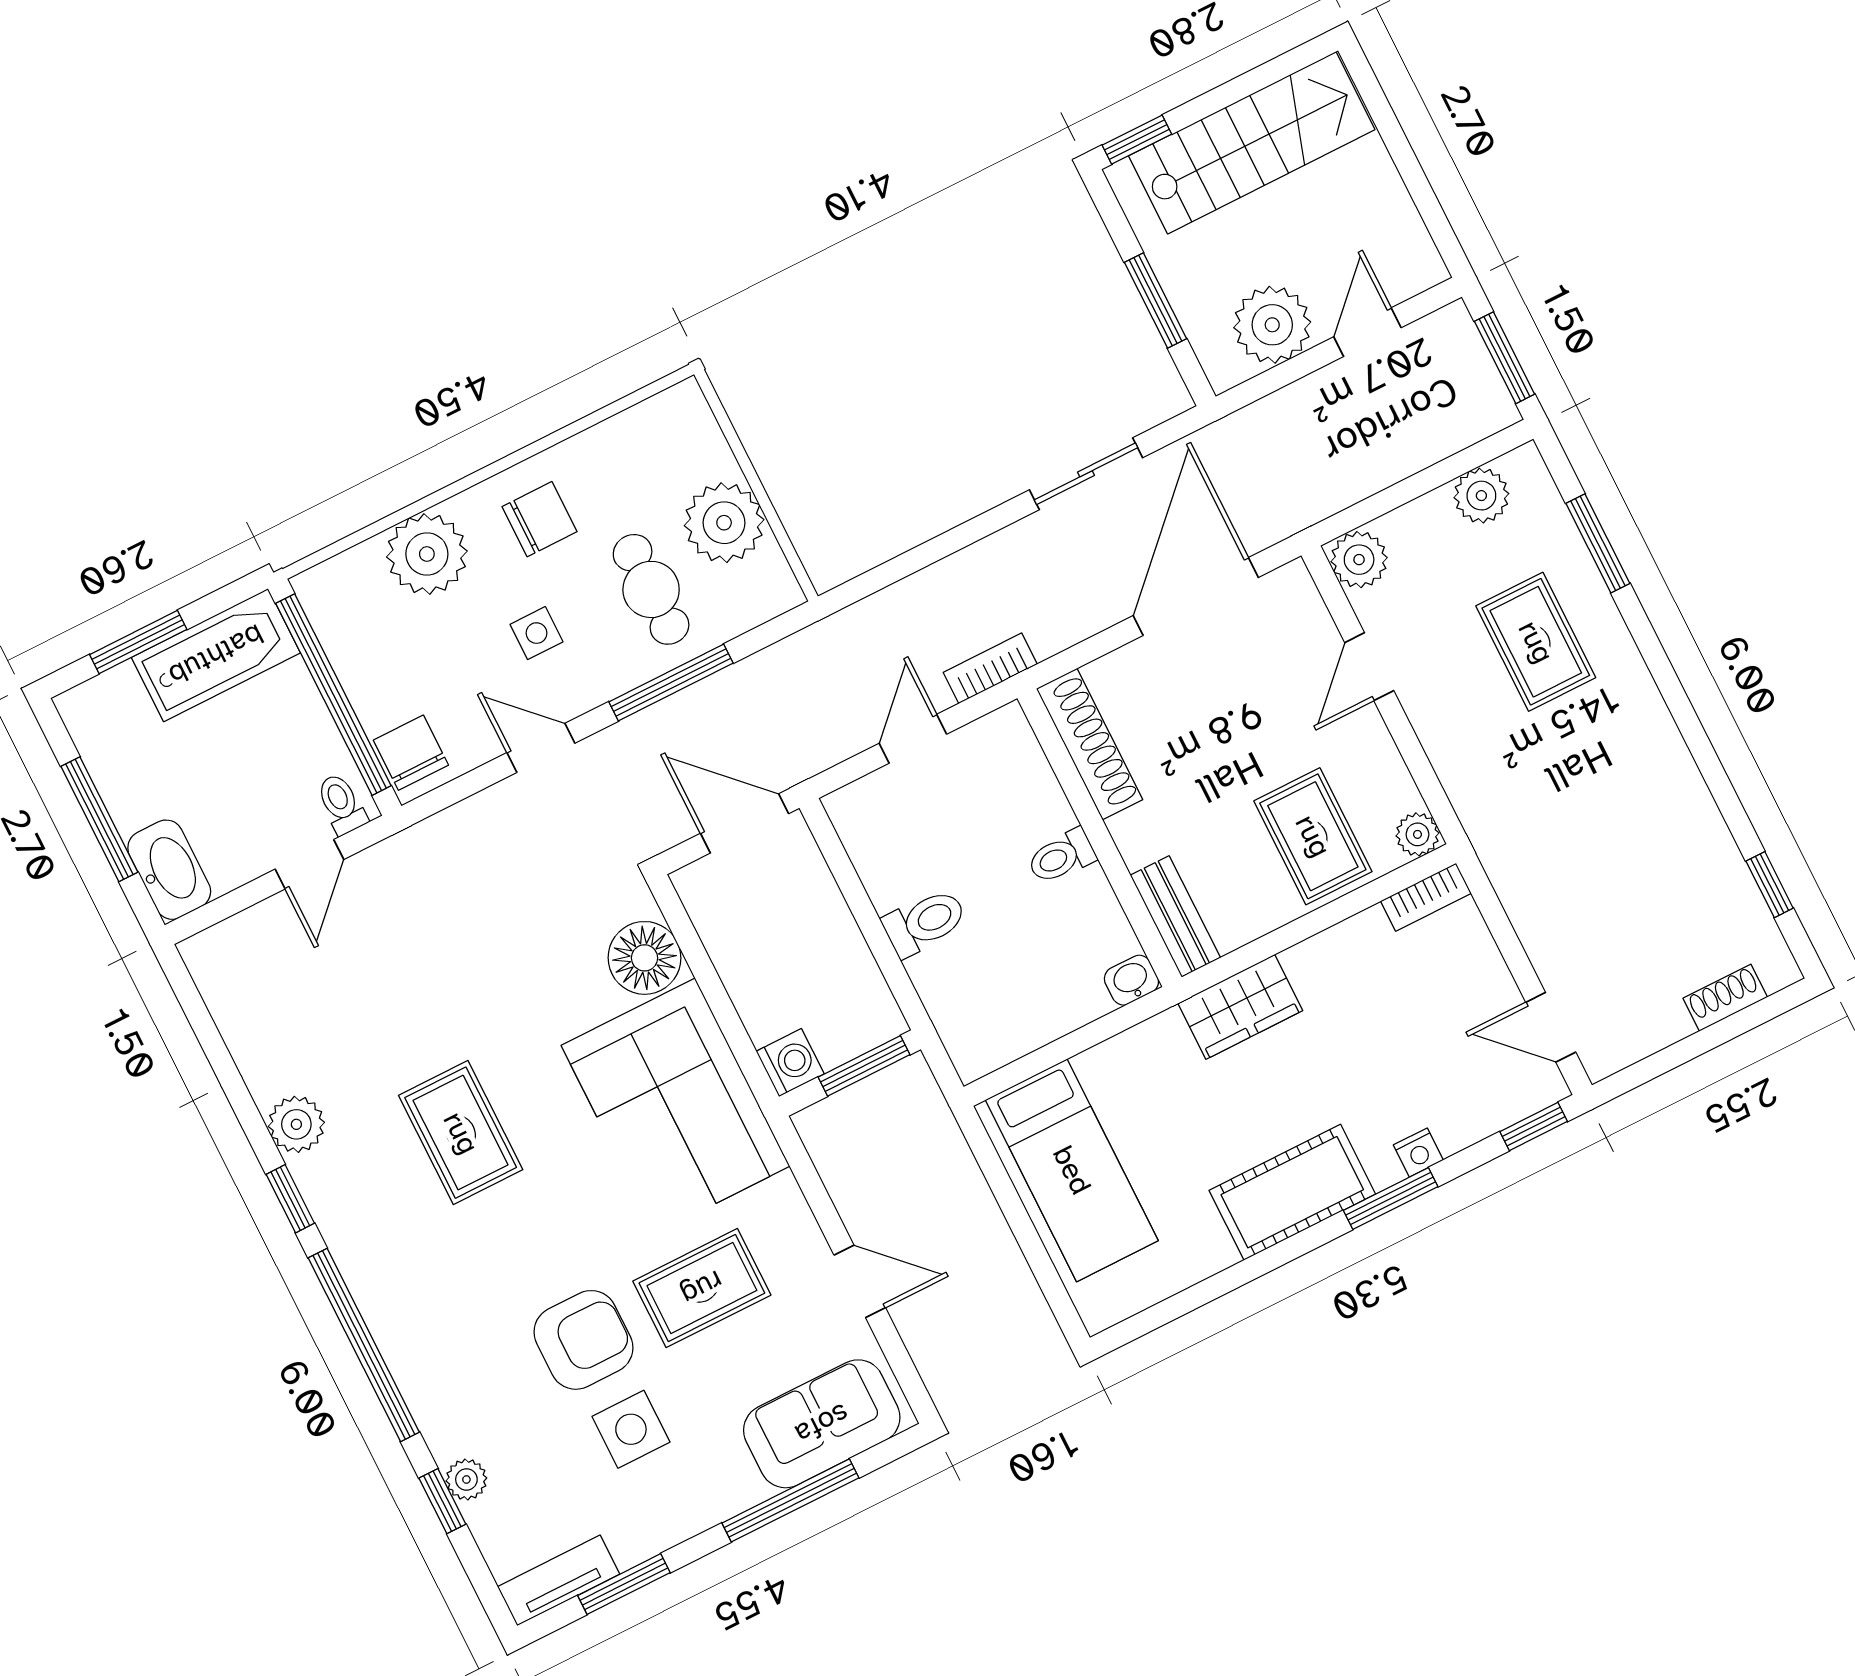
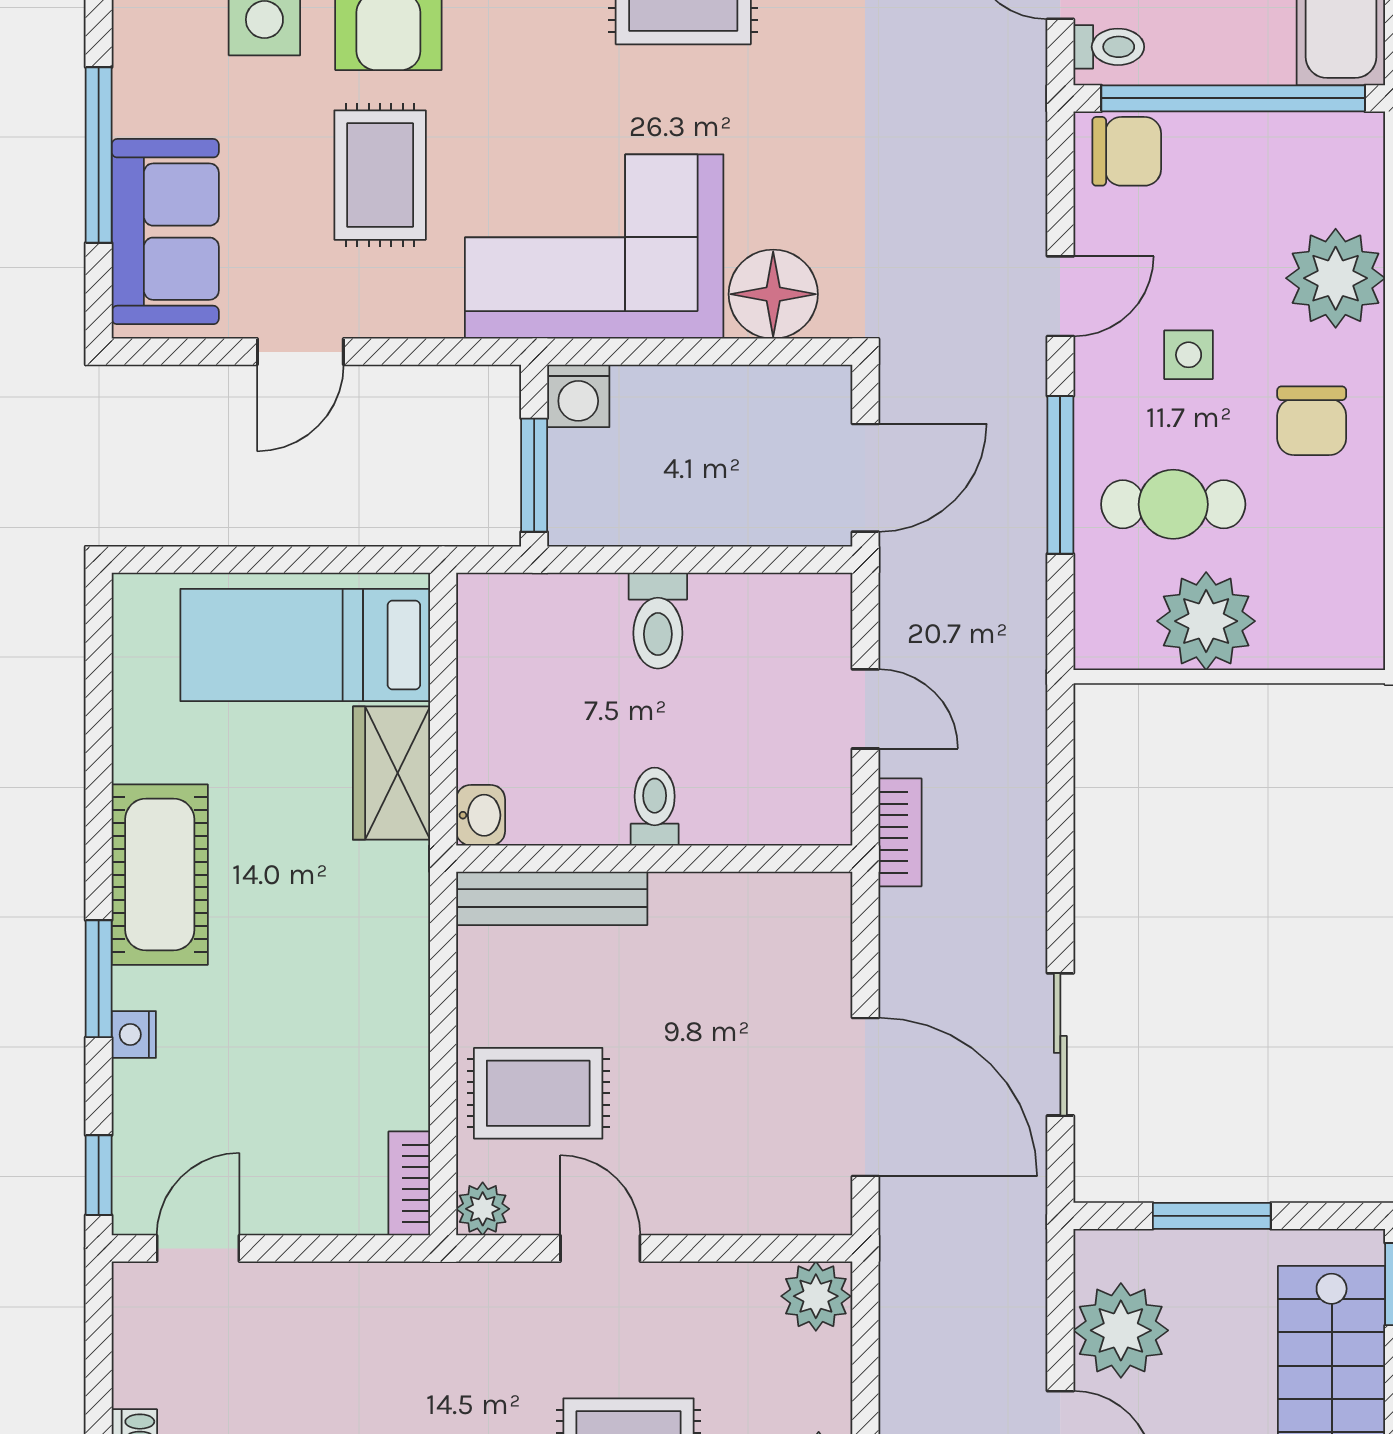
door: (1369, 667) -> (600, 1248), moved
shoe rack: (1090, 744) -> (762, 899), removed
bench: (1175, 916) -> (552, 898), width x1.36
wardrobe: (1240, 1007) -> (391, 773), moved

